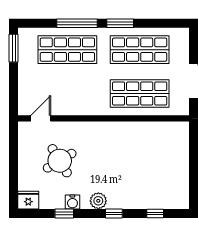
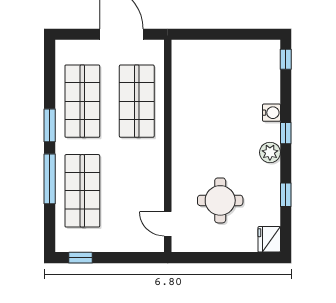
window: (14, 48) -> (80, 258), width x0.67
round table: (60, 161) -> (220, 200), turned 31
water cooler: (72, 202) -> (271, 113), moved
window: (155, 213) -> (286, 59), moved

